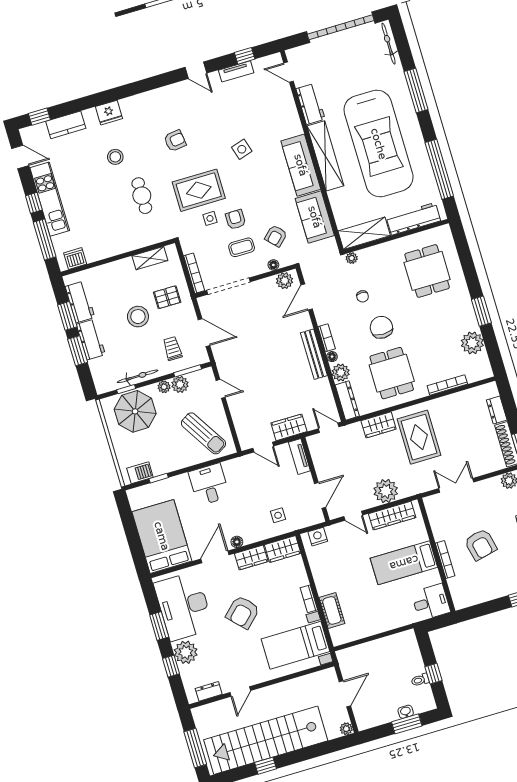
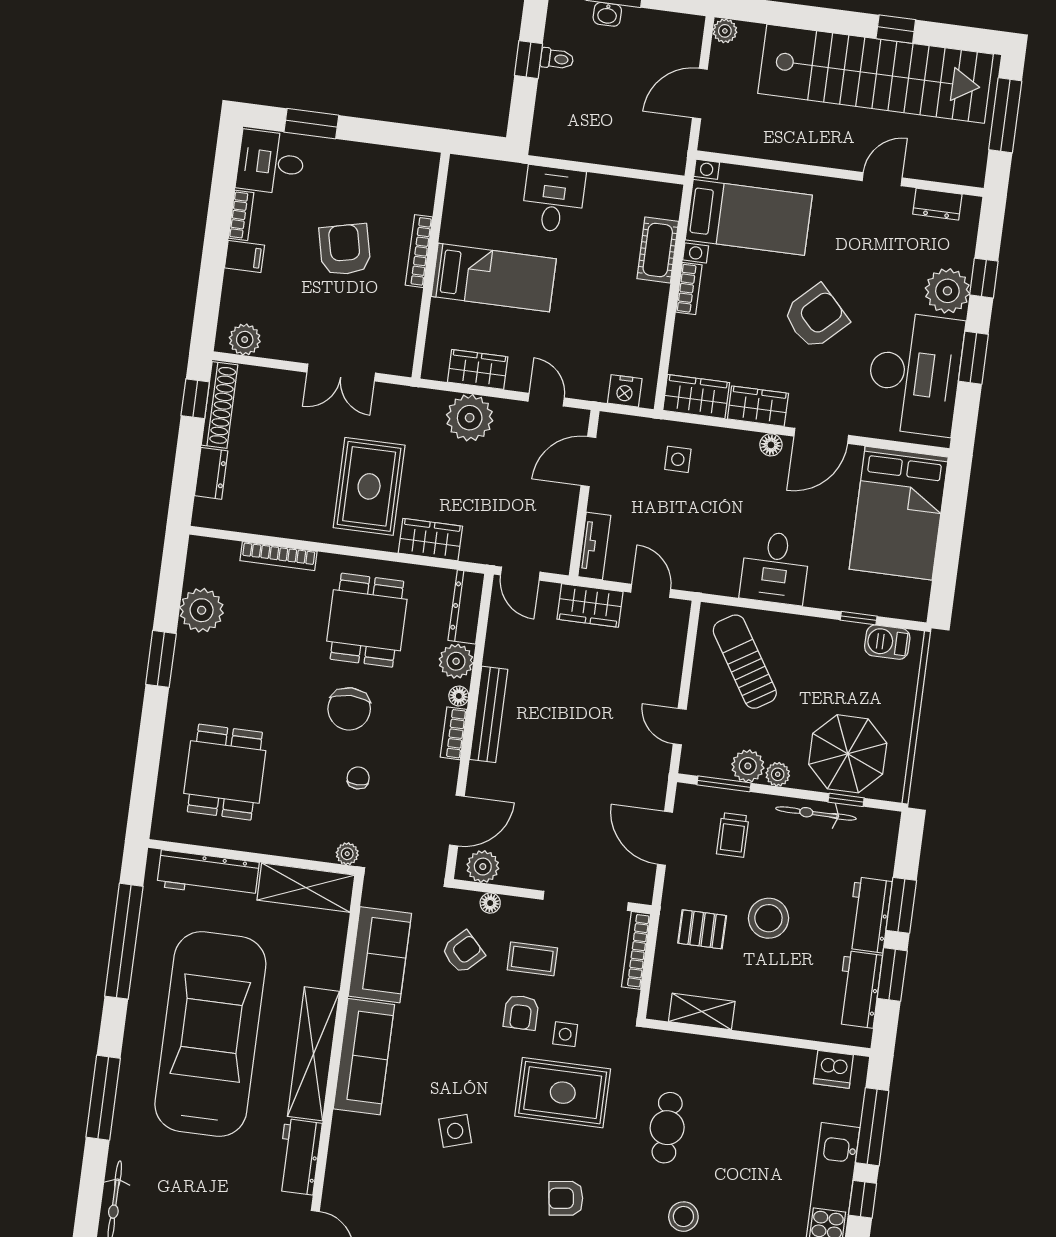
wardrobe: (392, 516) -> (478, 369), width x0.67
desk: (431, 602) -> (553, 199), moved, turned 90

